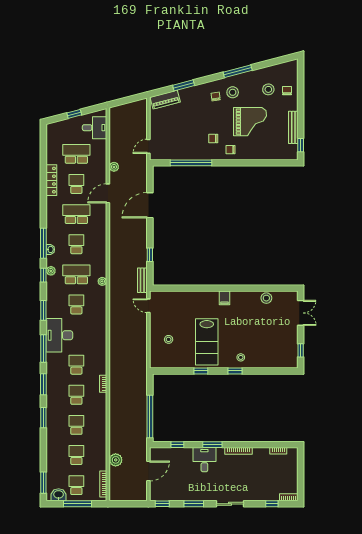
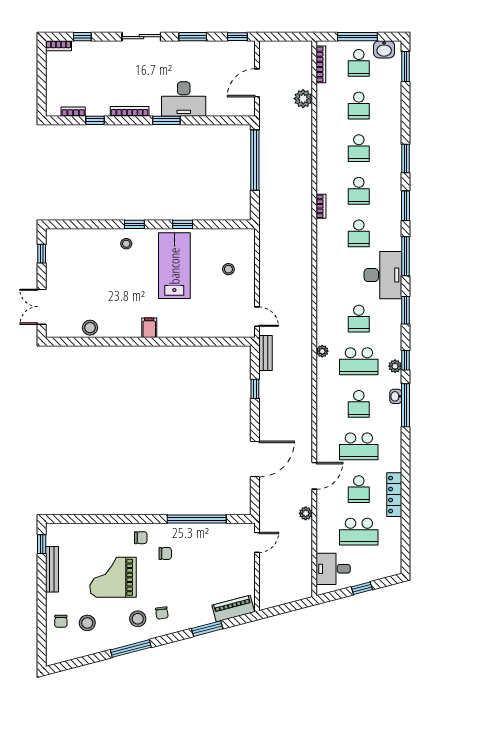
window: (177, 445) -> (95, 120), moved
desk: (204, 460) -> (184, 99), width x1.37

